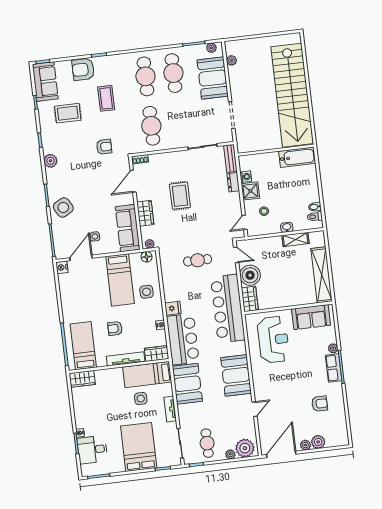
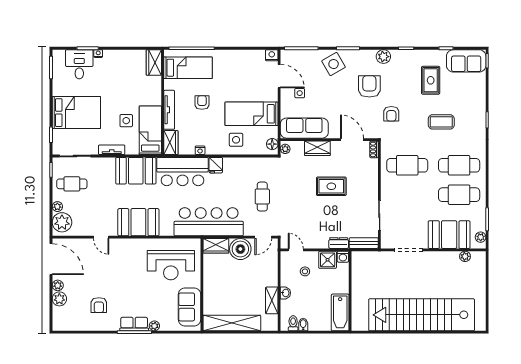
armchair: (83, 69) -> (369, 86), moved
wall: (276, 150) -> (350, 291), moved
bathtub: (297, 157) -> (340, 312), moved

